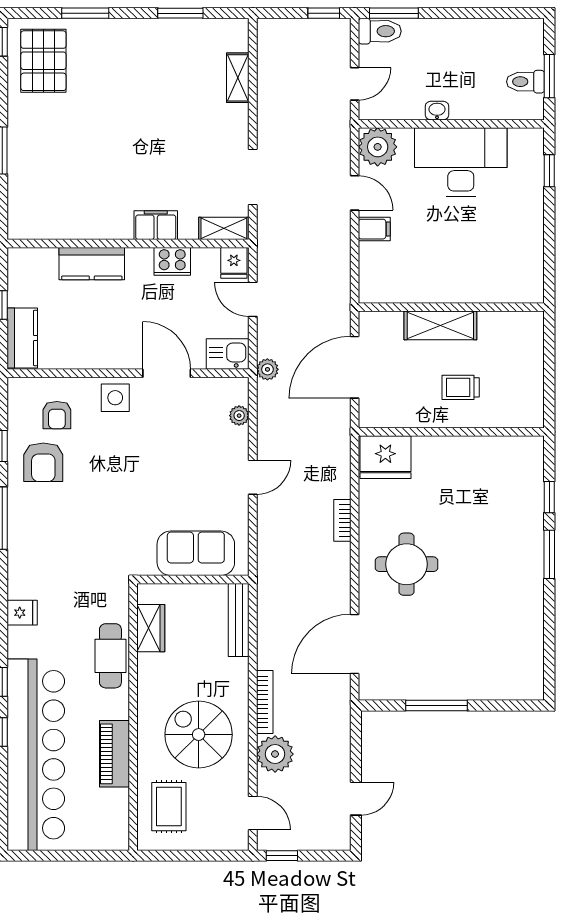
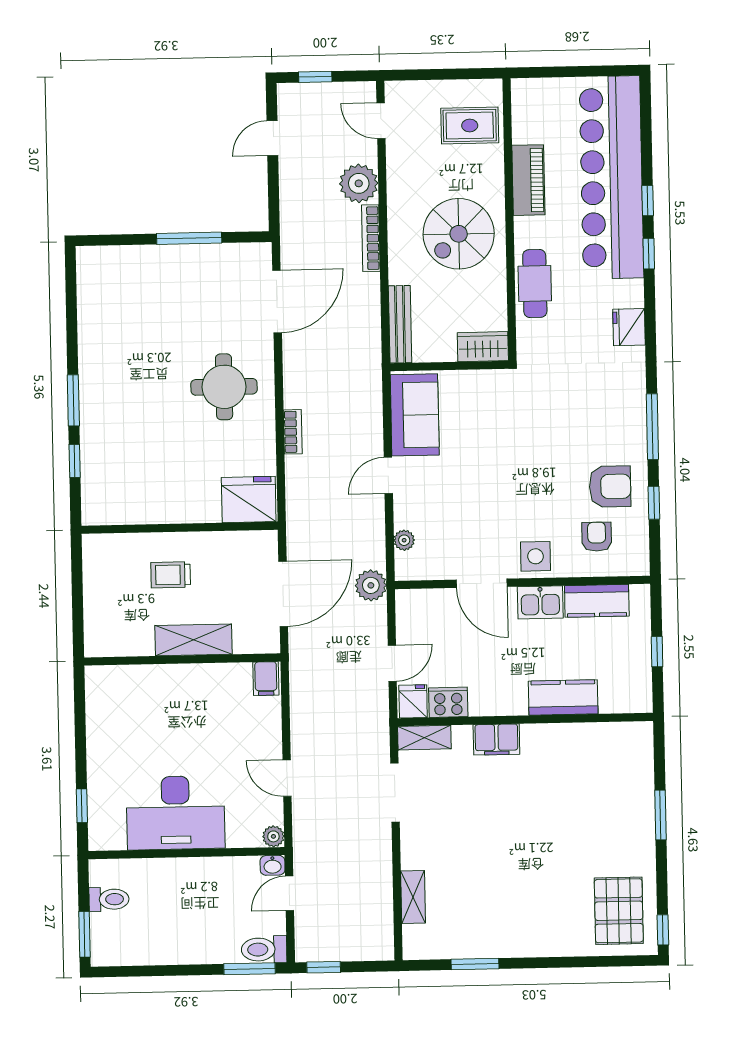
window: (85, 13) -> (576, 962), removed
window: (549, 76) -> (85, 934), moved
washbasin: (437, 111) -> (273, 865), moved
plant: (378, 147) -> (273, 836), width x0.53, depth x0.53
filing cabinet: (374, 229) -> (266, 679), moved, turned -90
cooker: (172, 261) -> (448, 702), moved
door: (253, 299) -> (392, 663), hinge flipped
kitchen counter: (22, 338) -> (597, 601), moved, turned -90
kitchen sink: (228, 354) -> (540, 602), moved
plant: (267, 369) -> (371, 585), width x1.38, depth x1.38
trolley: (461, 387) -> (171, 575), turned 180
armchair: (43, 462) -> (610, 486), turned 90
sofa: (196, 553) -> (415, 415), moved, turned -90
fridge: (22, 613) -> (629, 327), width x1.38
wardrobe: (151, 628) -> (483, 347), moved, turned 90
spiral stairs: (199, 735) -> (459, 234), moved, turned 90
rug: (169, 807) -> (470, 125), turned 90
window: (282, 856) -> (315, 77), moved

